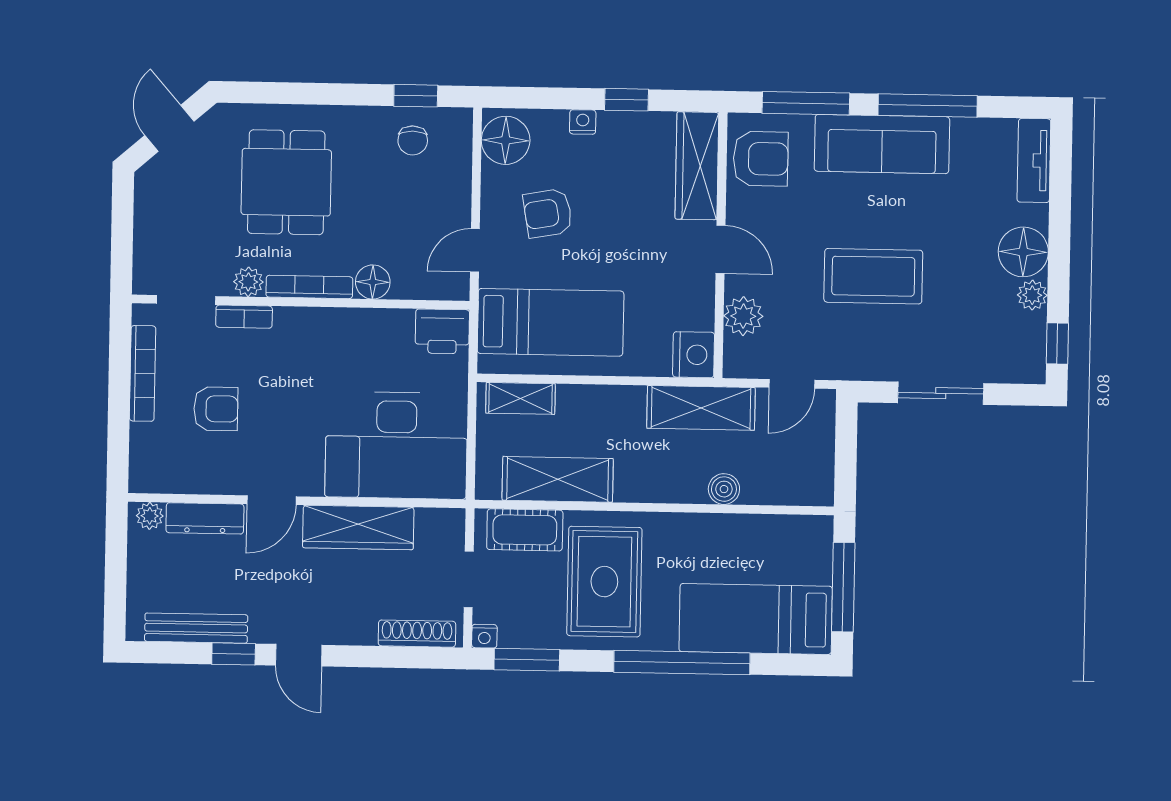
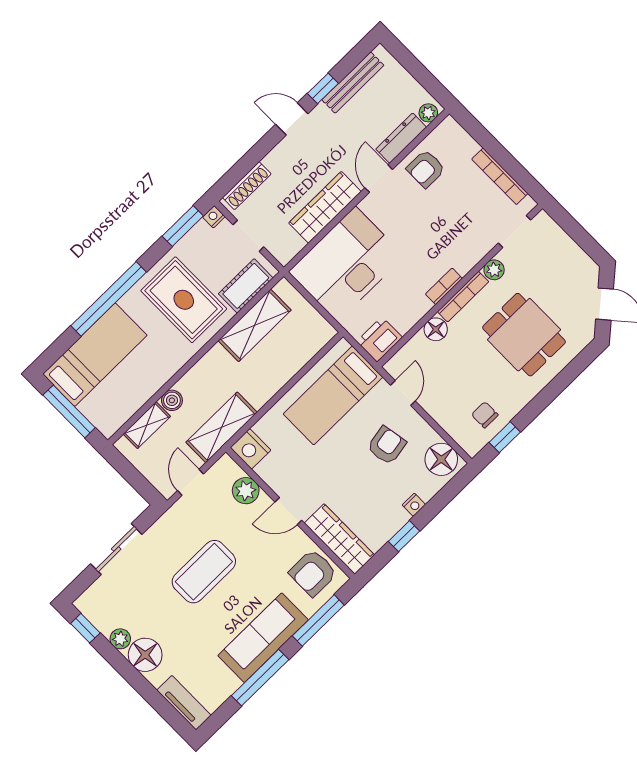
bookcase: (244, 317) -> (444, 286), moved
shelving: (520, 398) -> (147, 425), moved
armchair: (216, 409) -> (426, 169), moved

